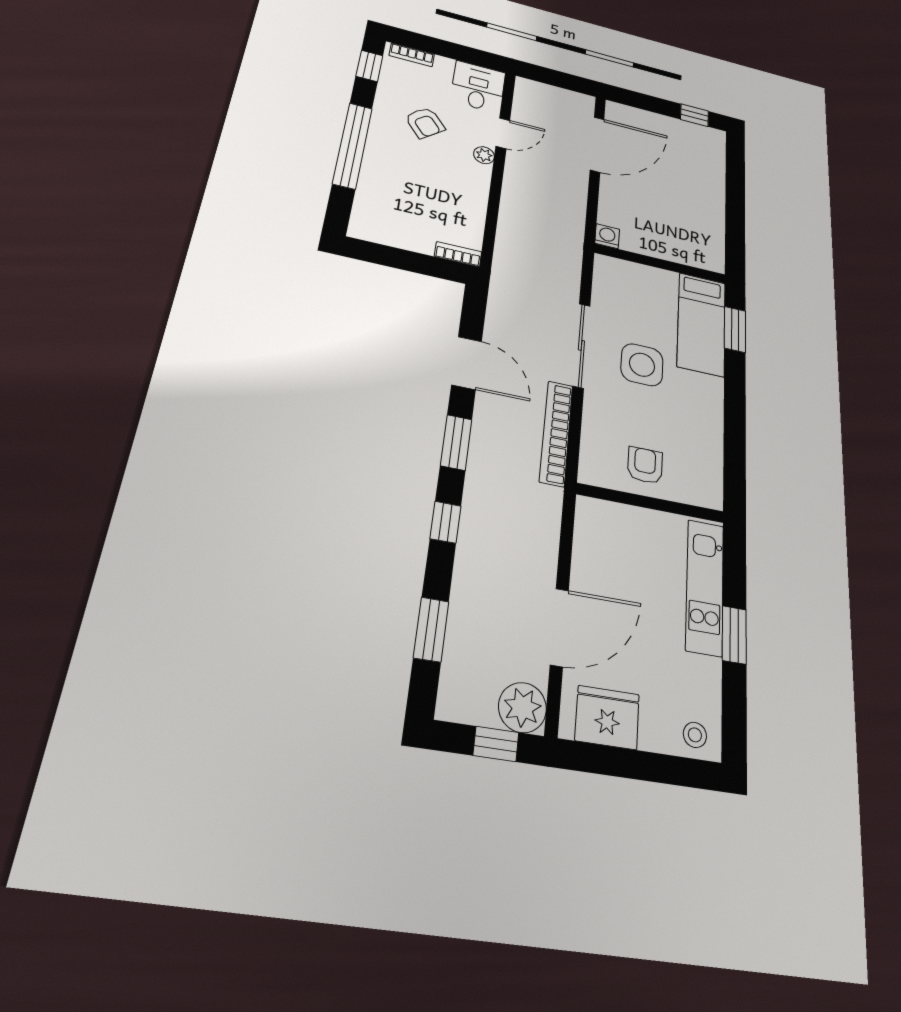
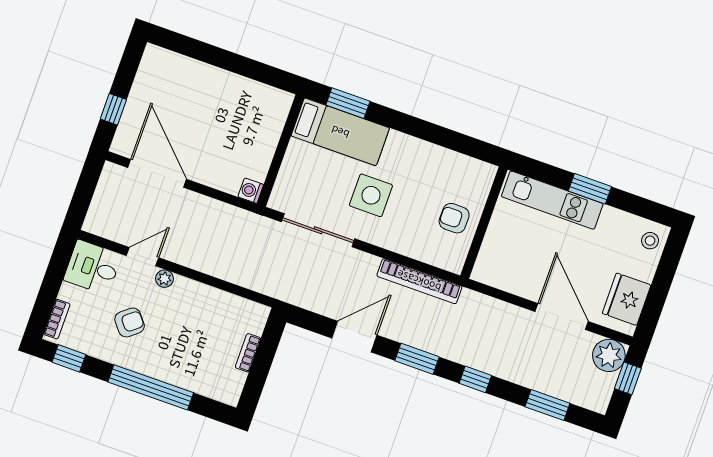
window: (694, 115) -> (113, 109), moved
door: (503, 133) -> (143, 257), hinge flipped
bookcase: (458, 254) -> (248, 353), moved
sliding door: (581, 345) -> (318, 230), moved

